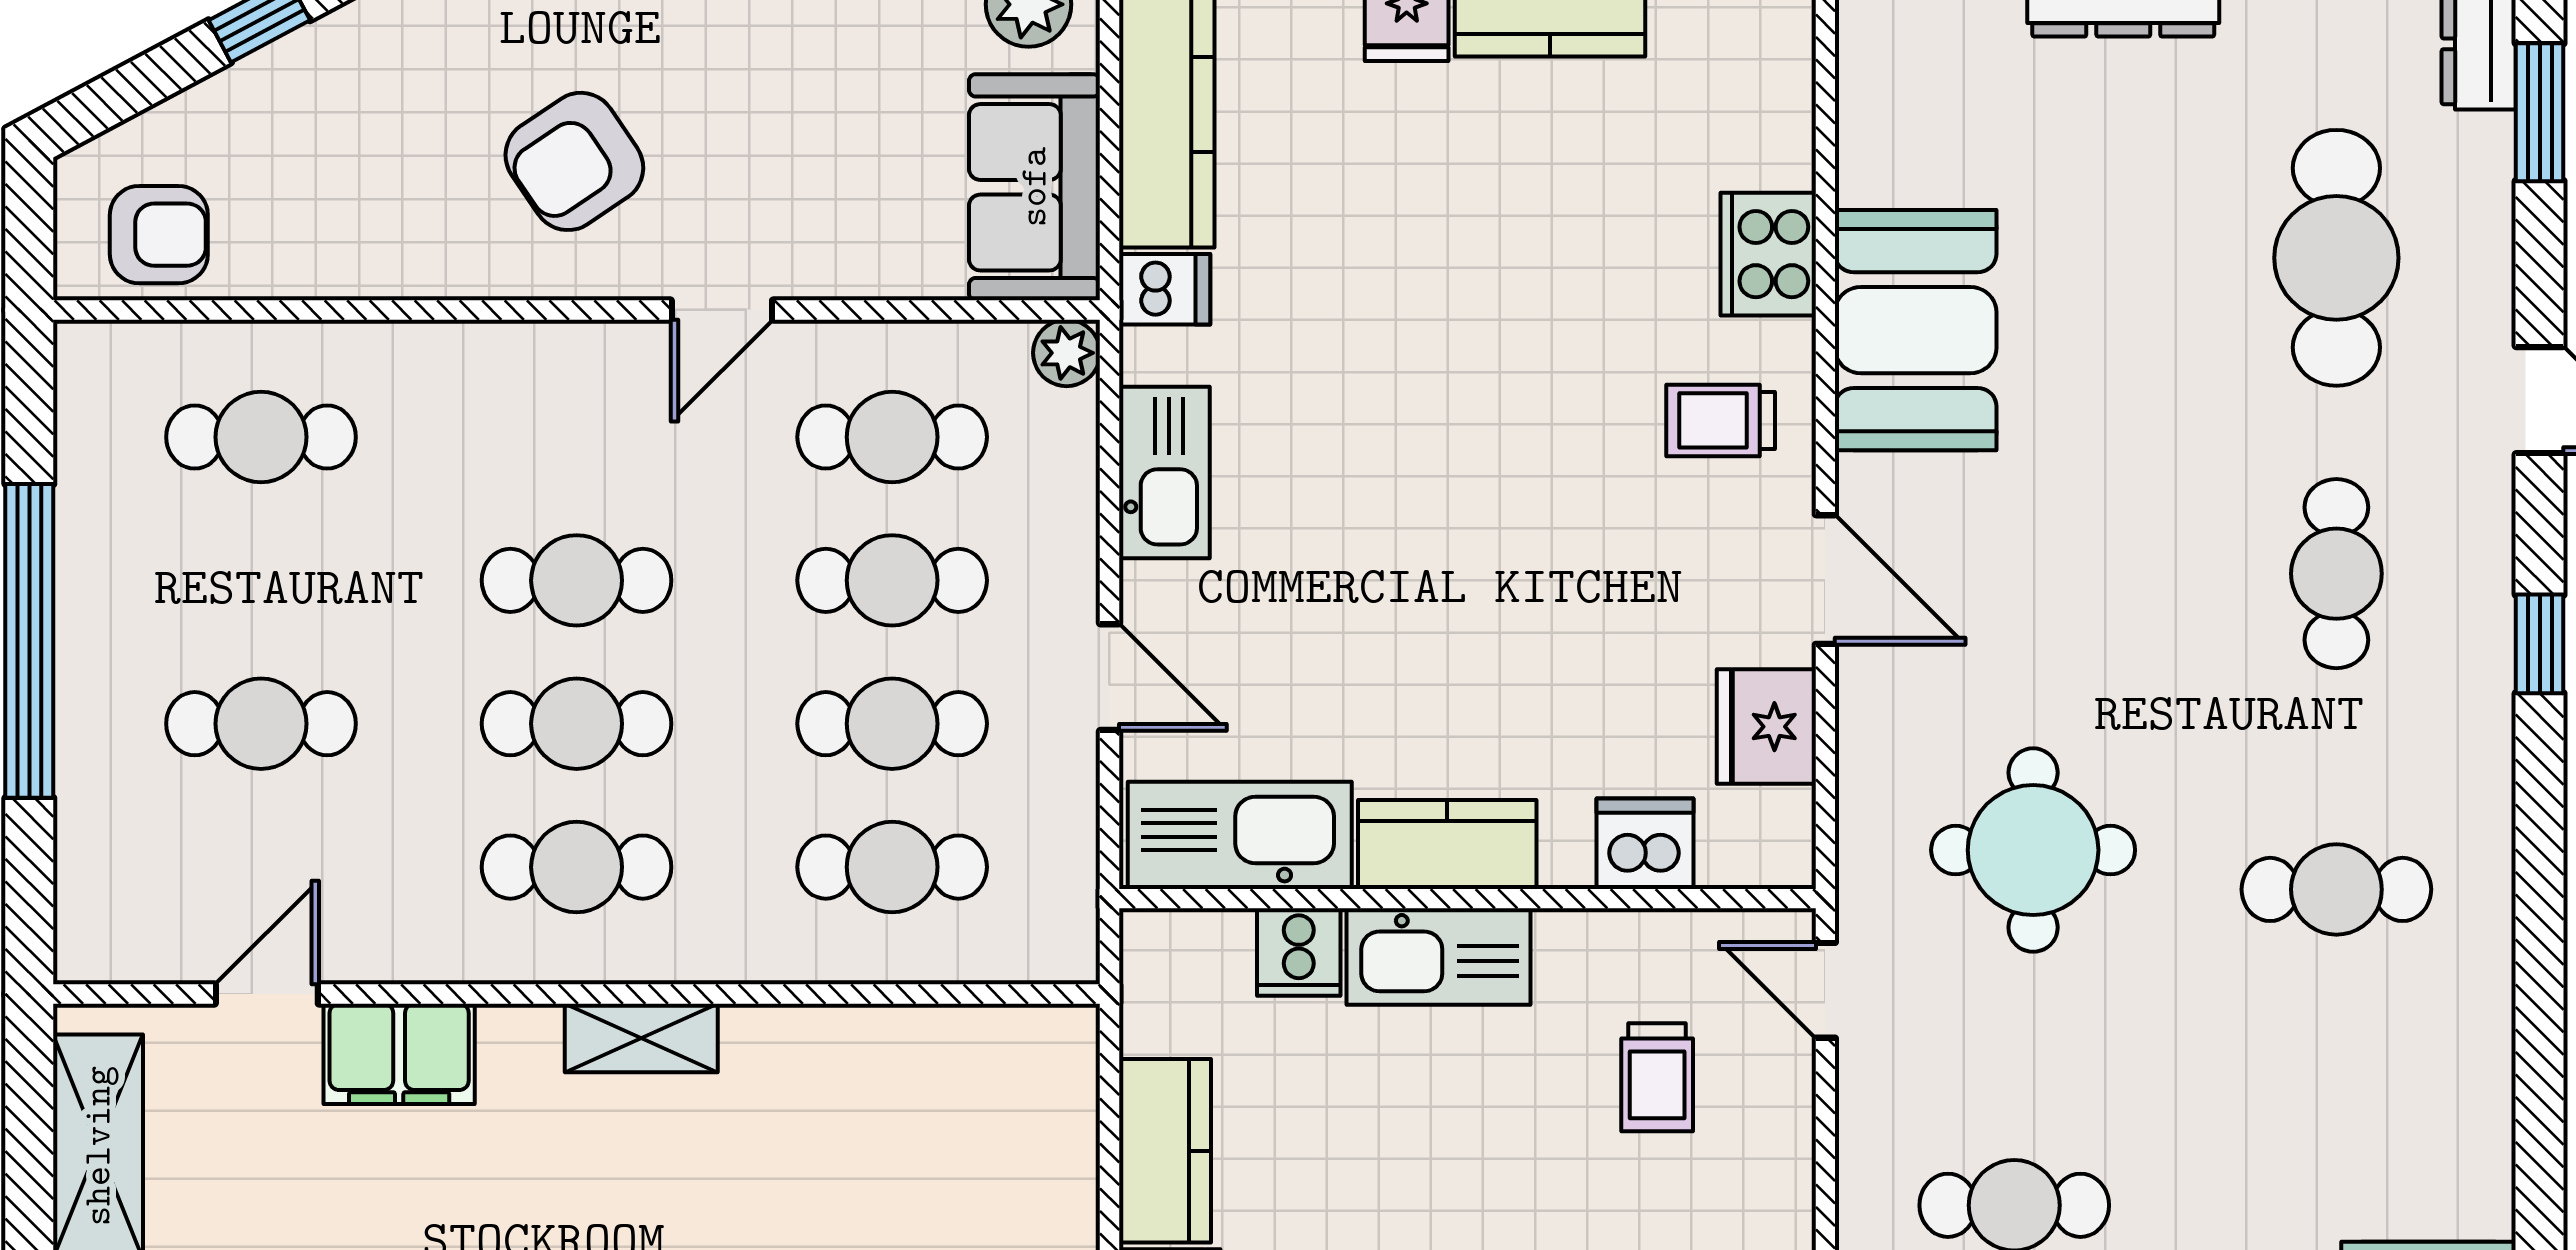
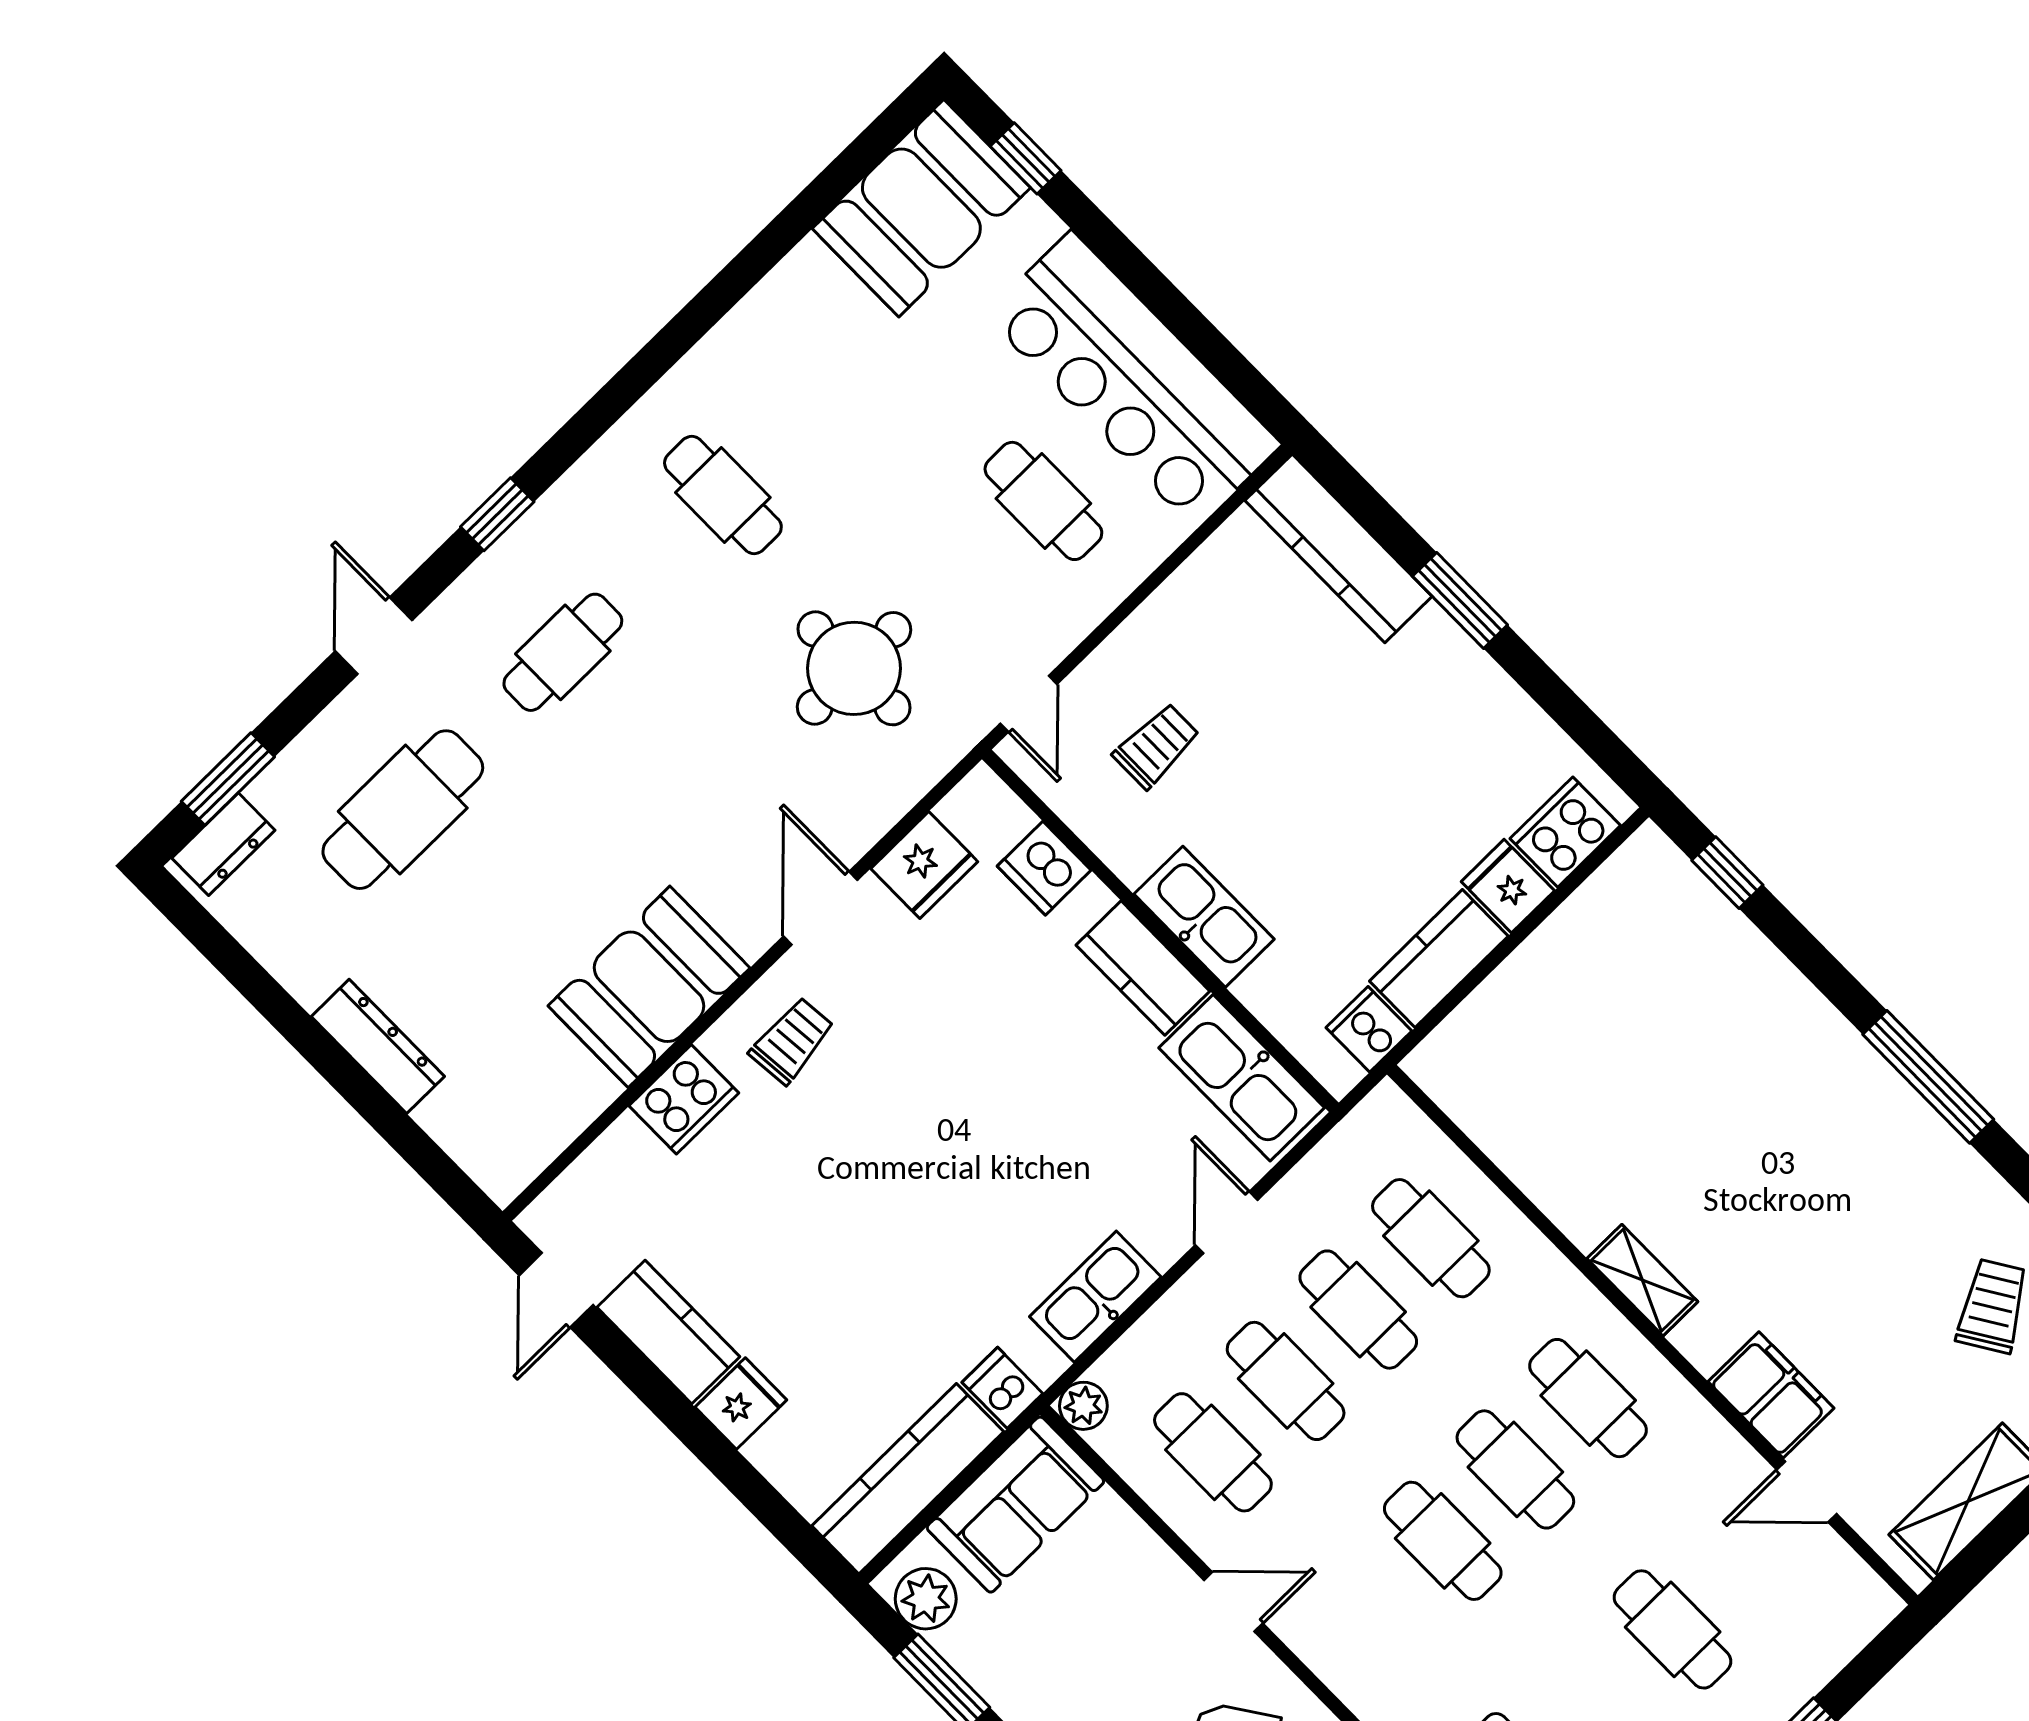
trolley: (1721, 420) -> (792, 1041), turned -95
cooker: (1299, 952) -> (1369, 1029), moved, turned -90

